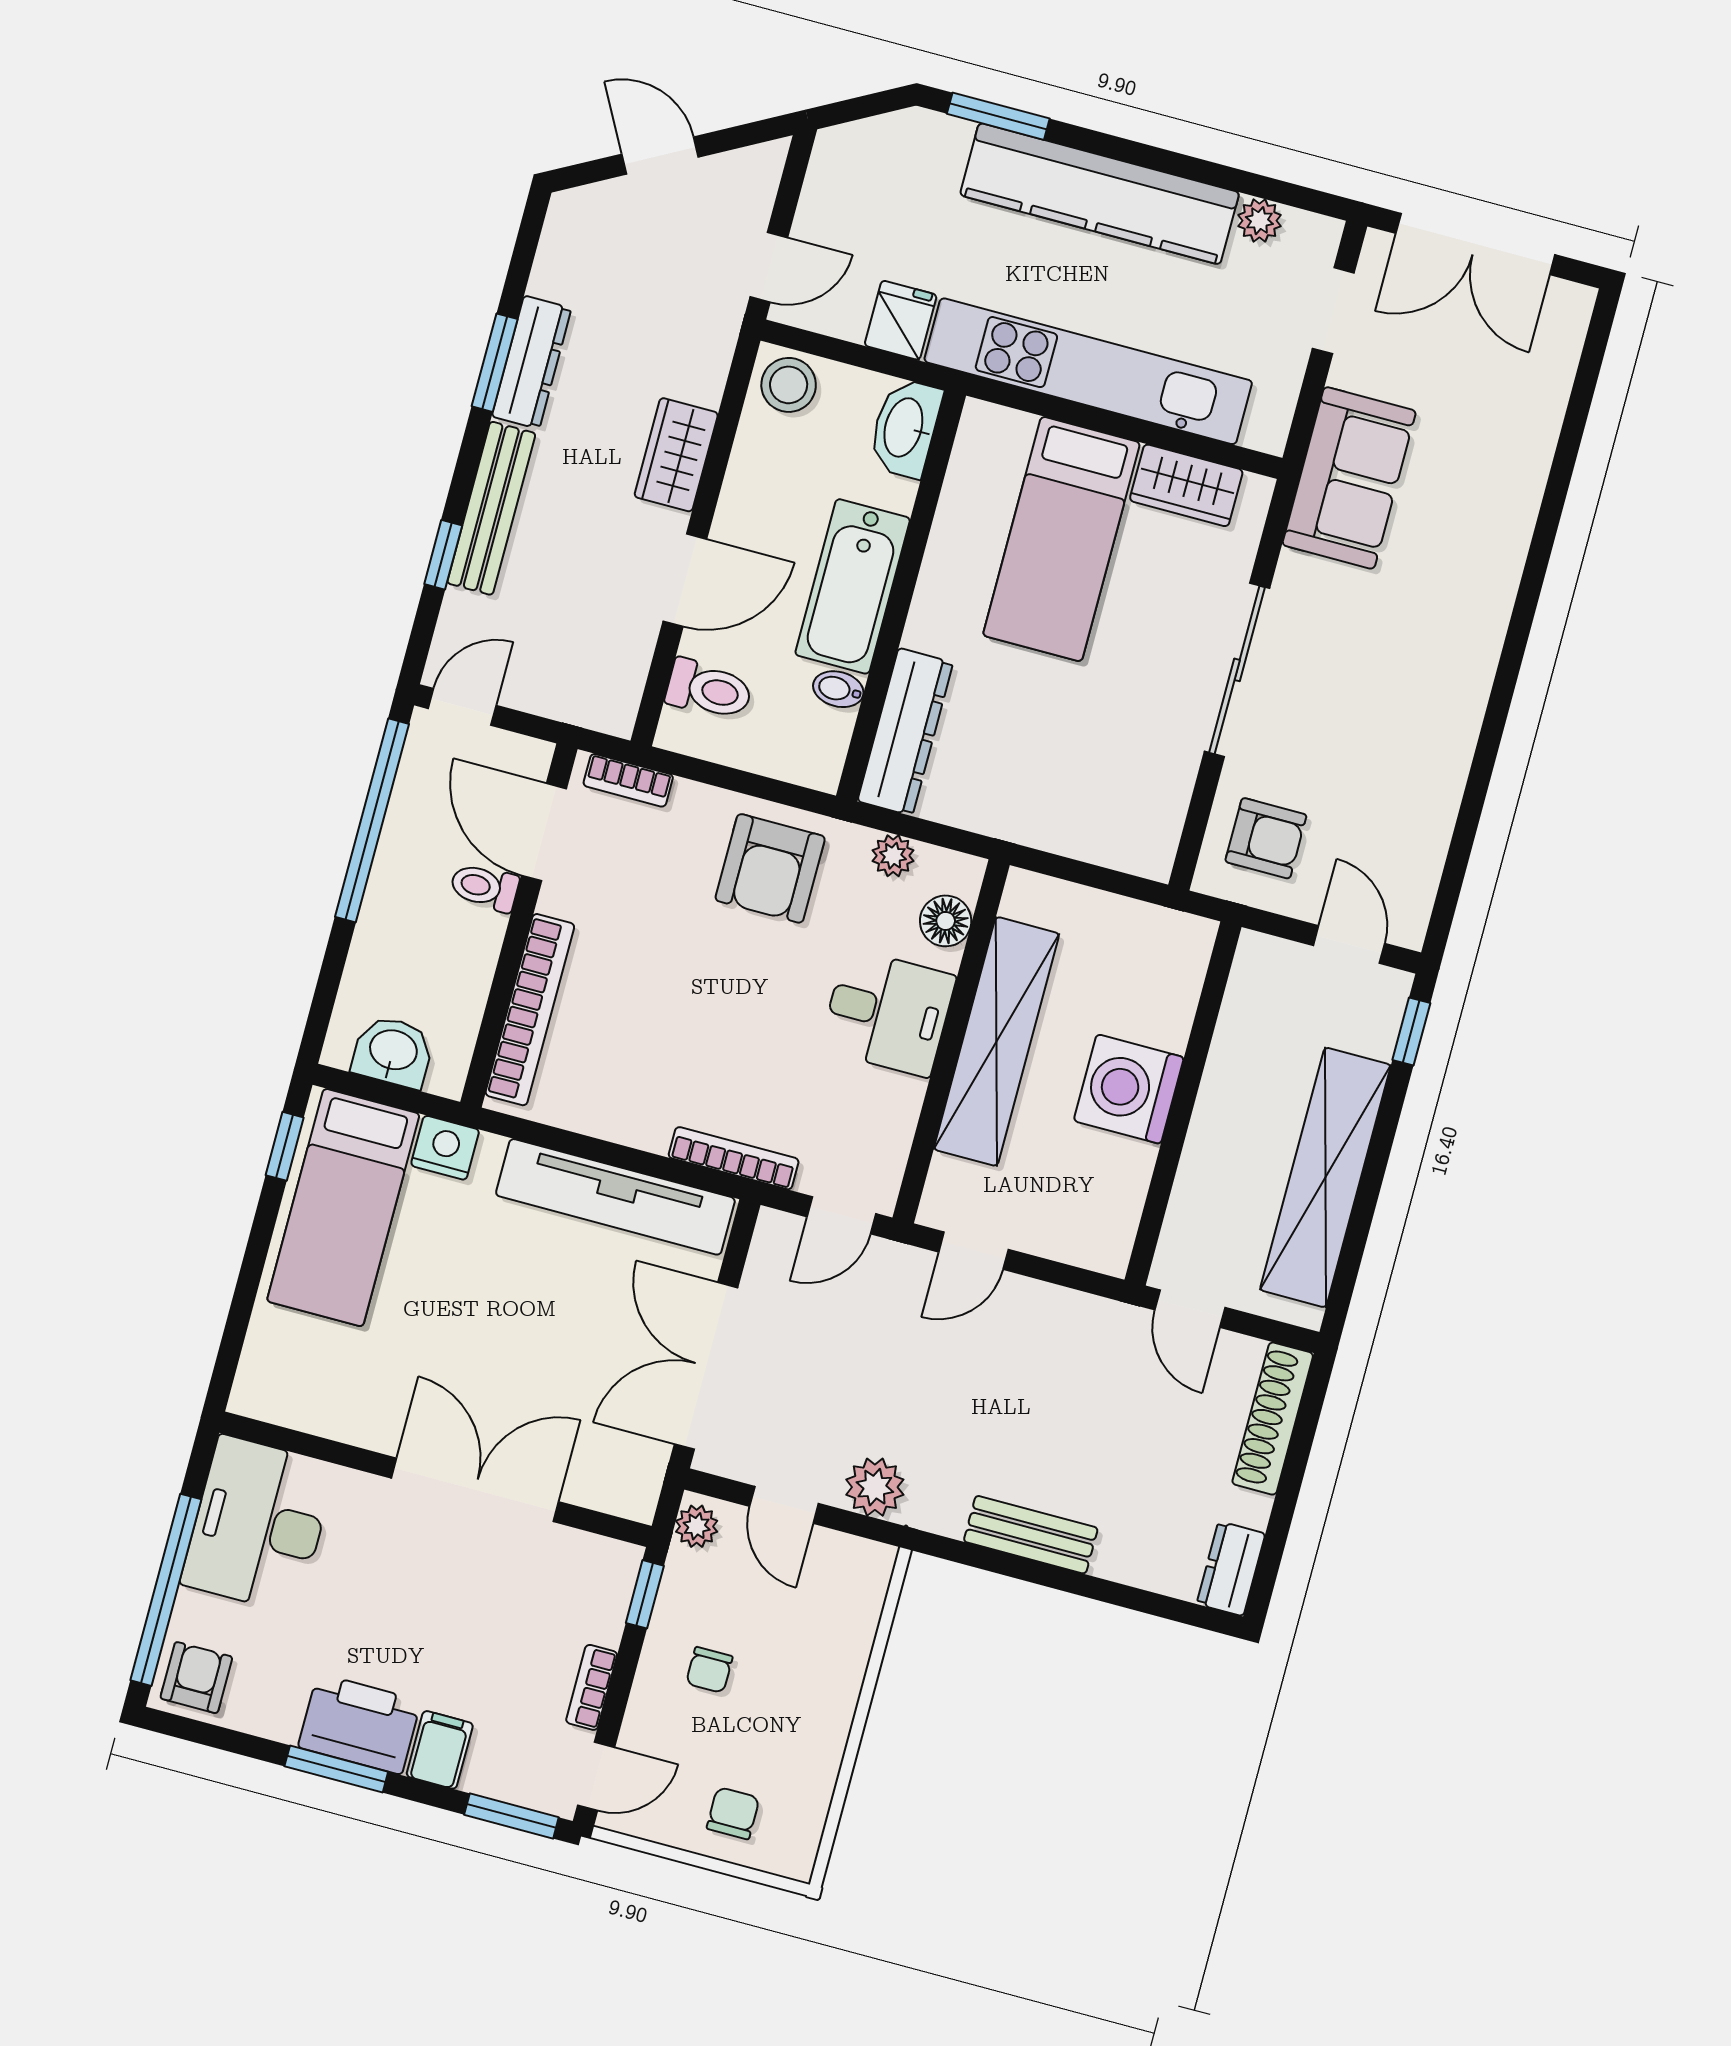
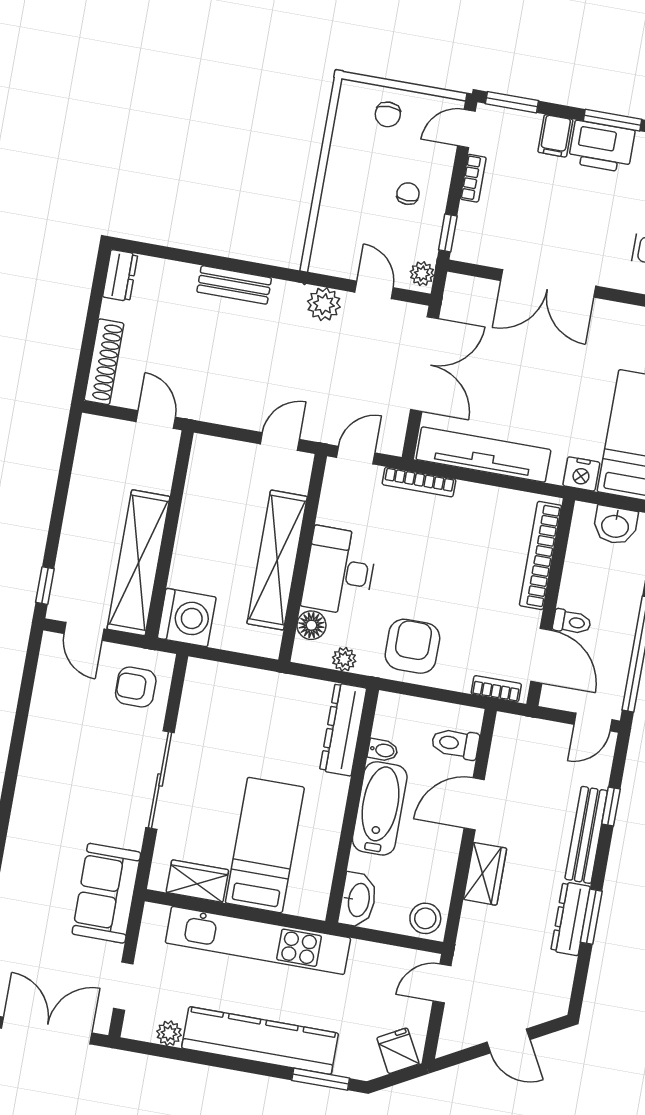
fridge: (901, 320) -> (398, 1051), moved, turned 152
desk: (888, 1013) -> (339, 571), width x1.37
washing machine: (1129, 1089) -> (187, 618), moved
shelving: (1325, 1177) -> (138, 563), moved

